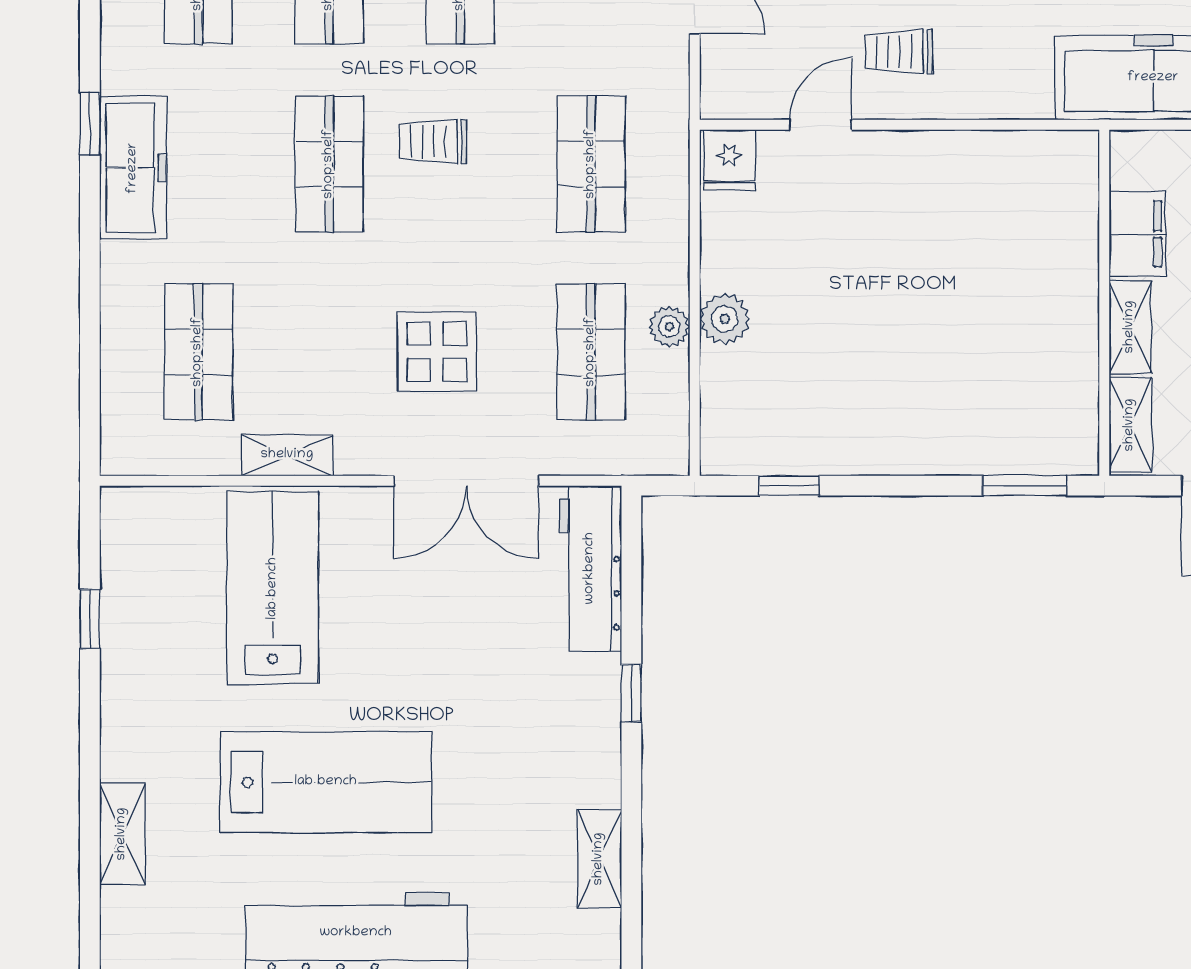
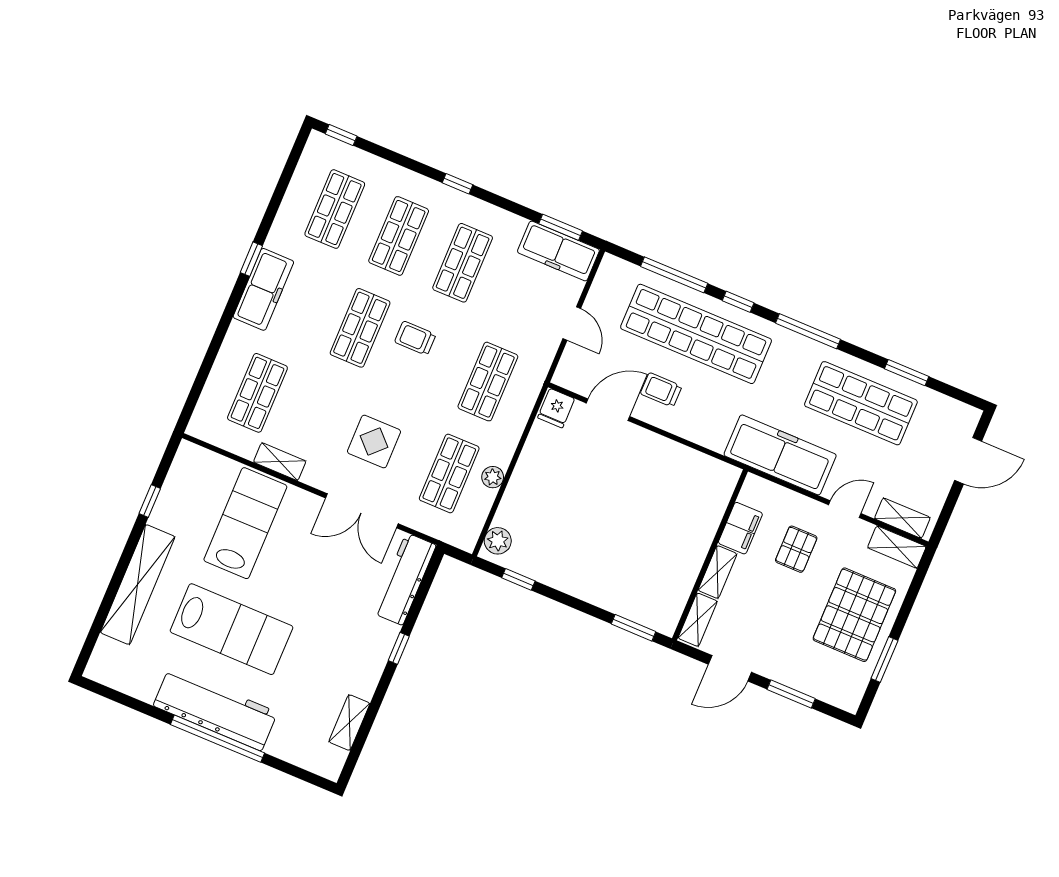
door: (821, 125) -> (608, 410), width x1.38
plant: (725, 319) -> (498, 541), moved
shelving: (122, 834) -> (138, 585), width x2.20, depth x1.33

